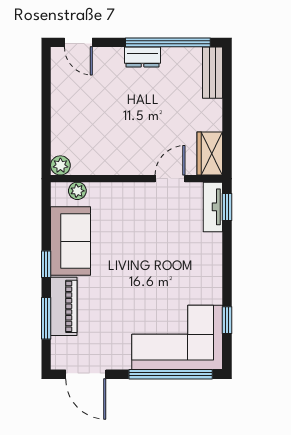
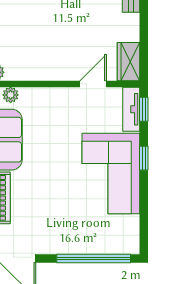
window: (227, 320) -> (144, 158), moved
corner sofa: (177, 337) -> (111, 173), moved, turned -90

